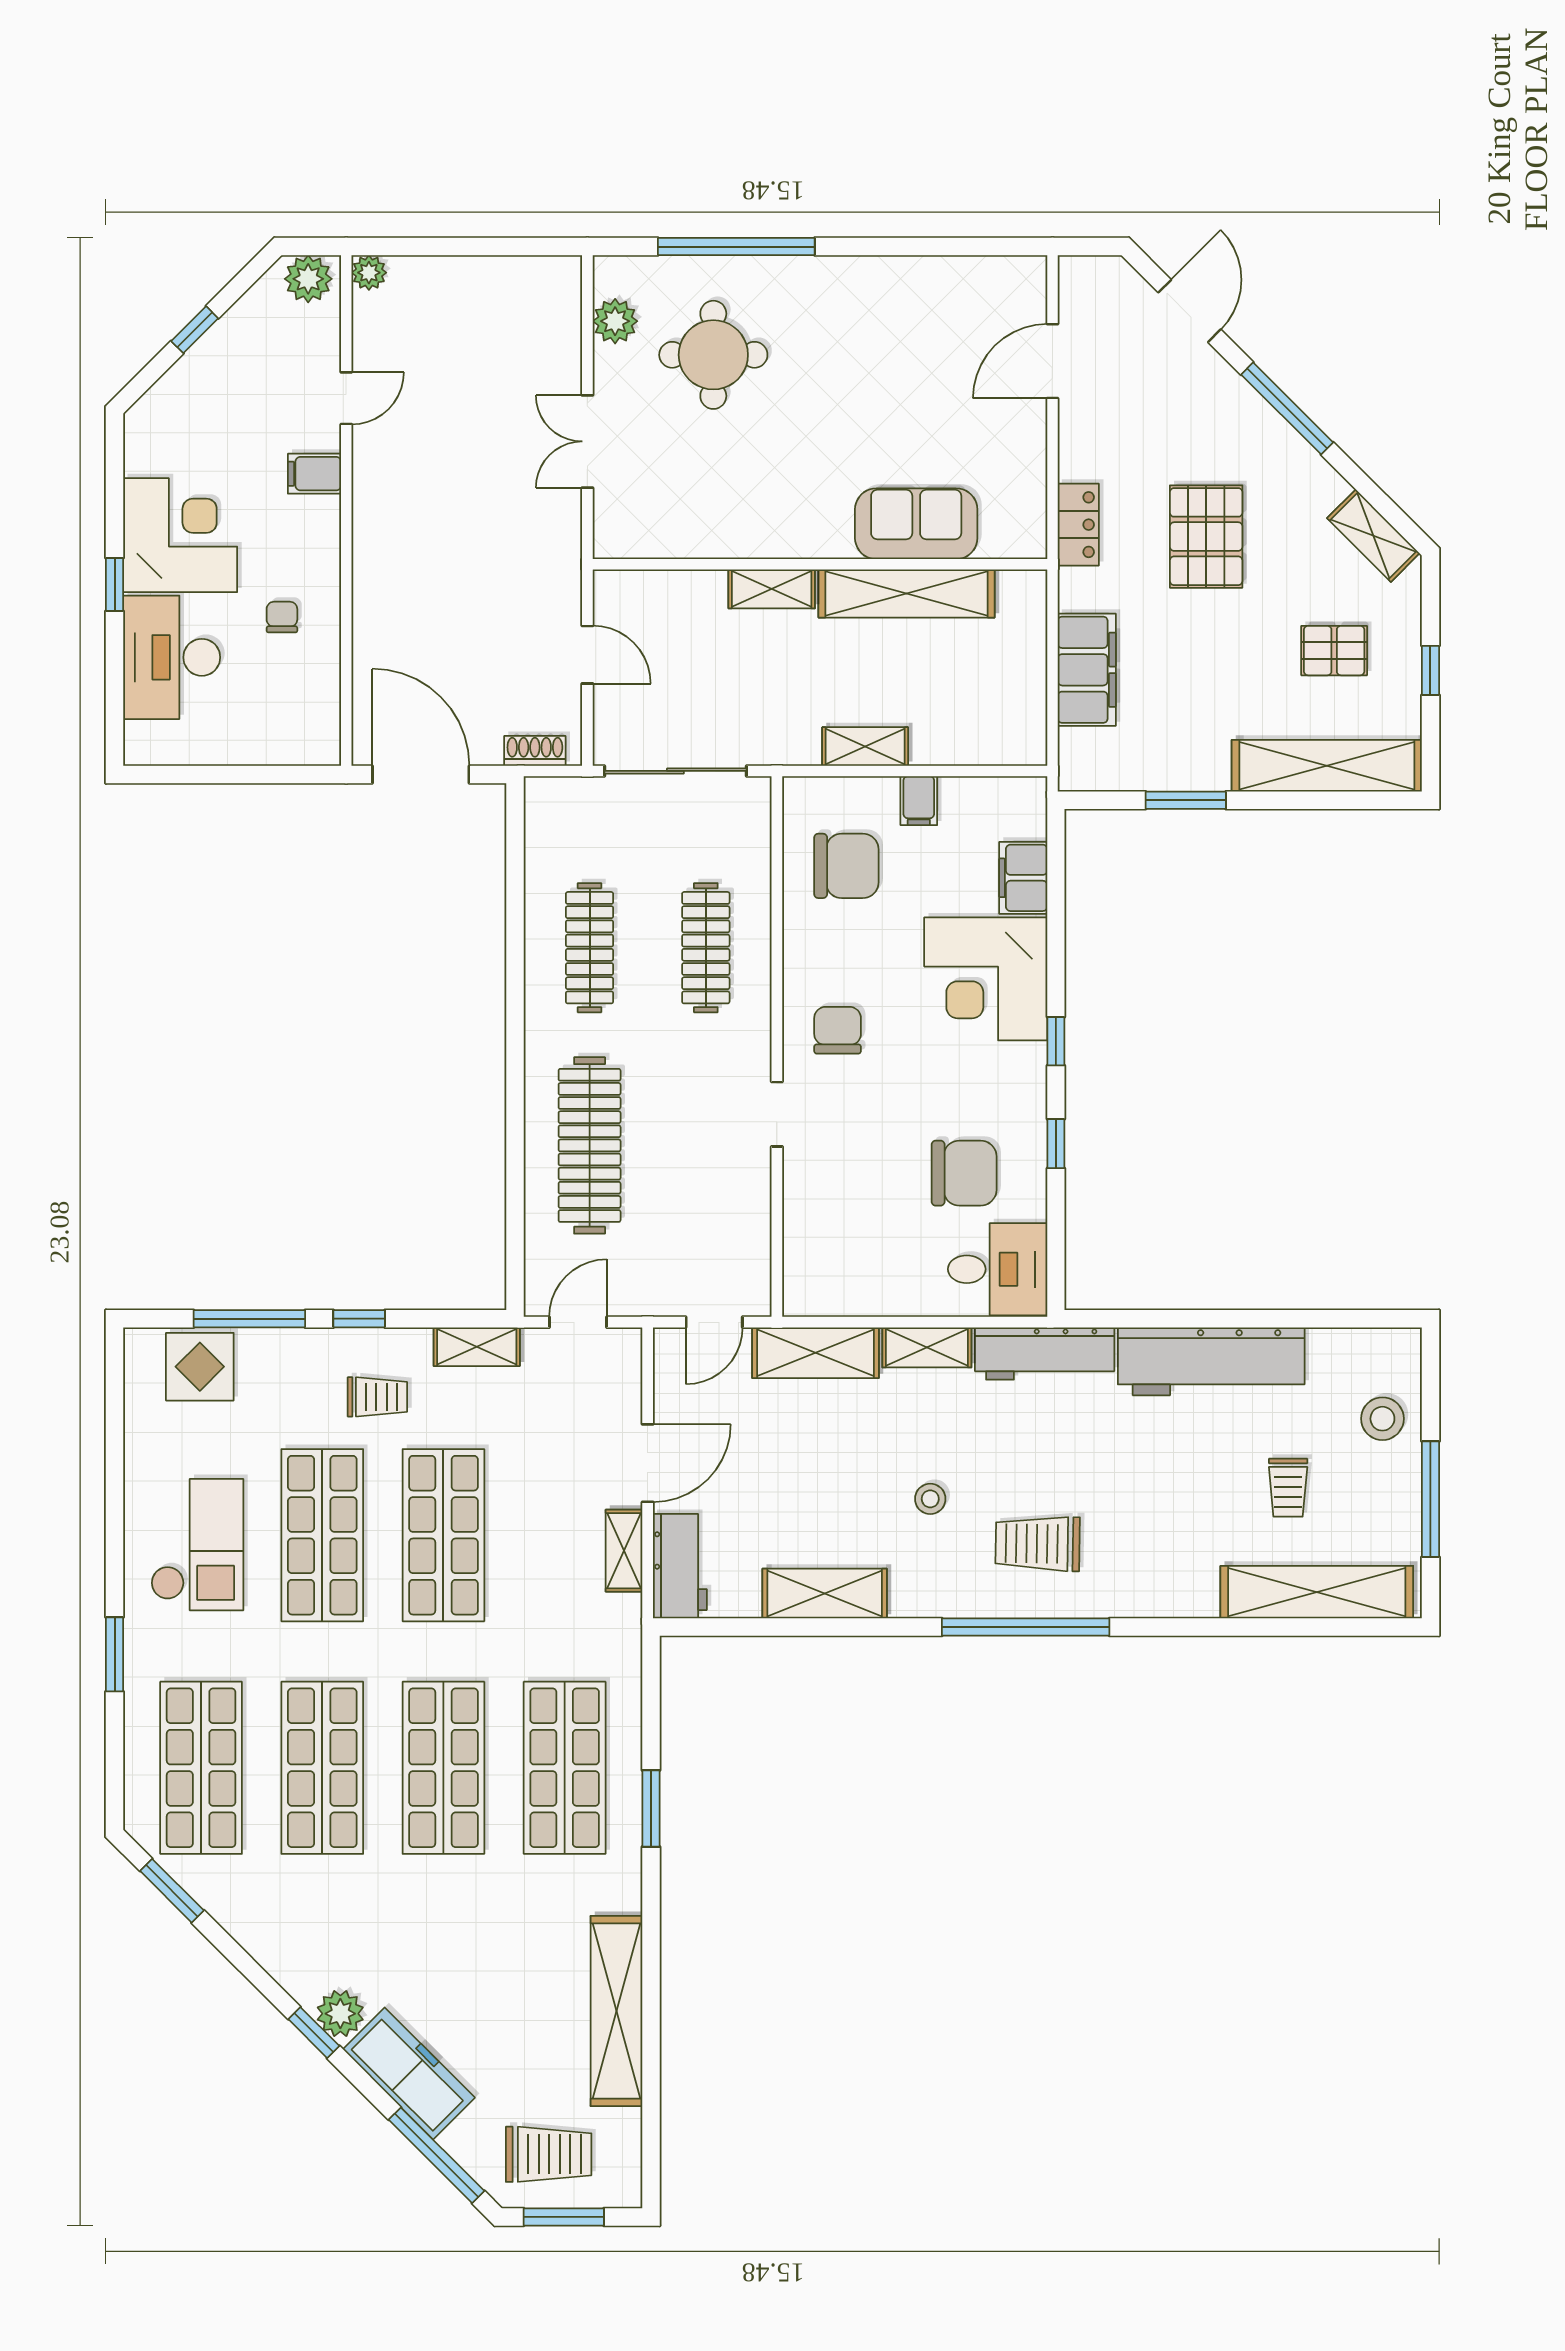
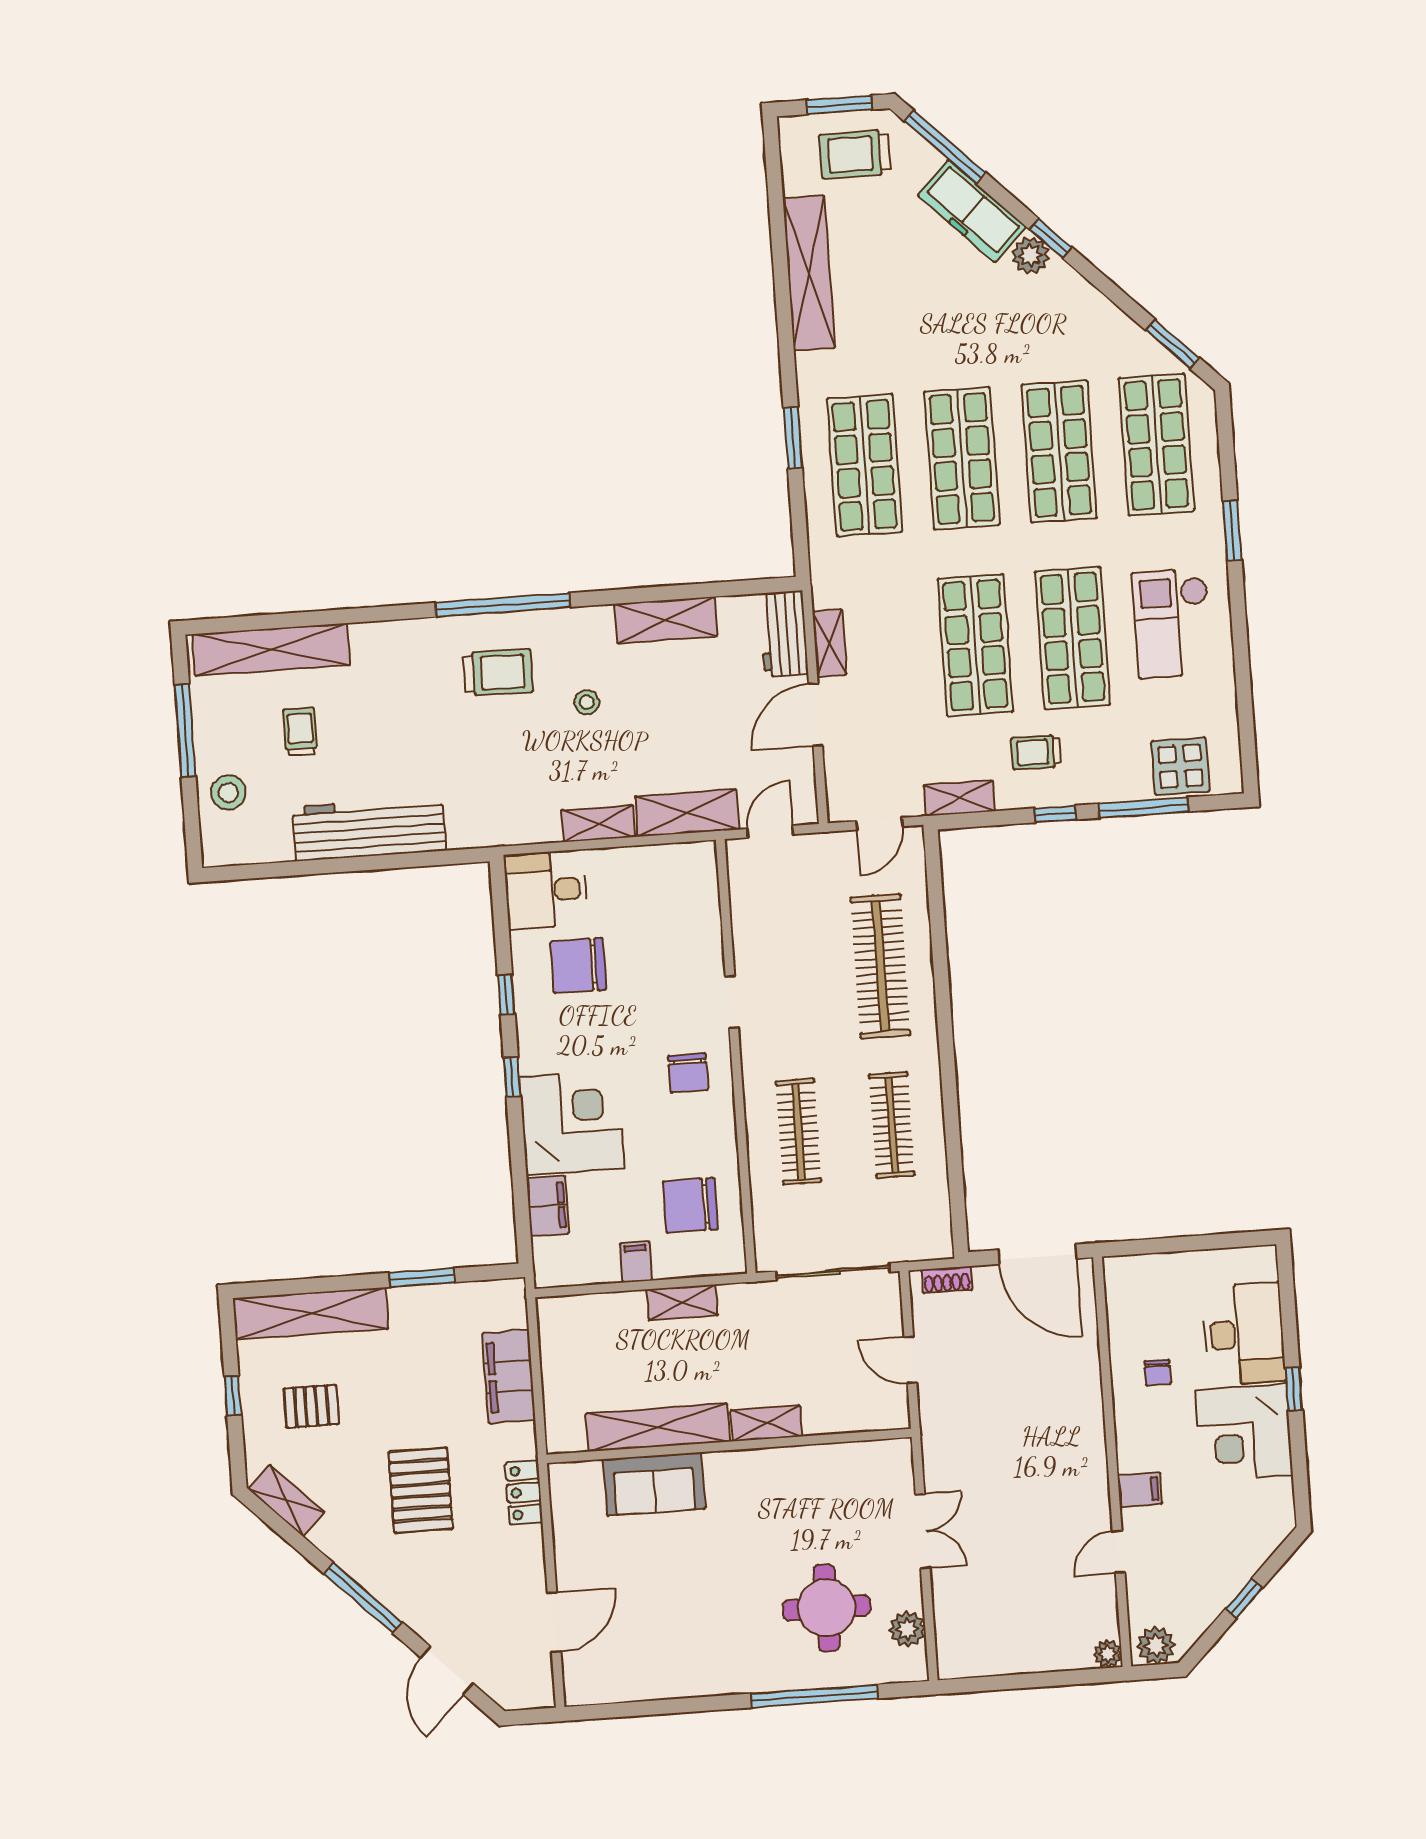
workbench: (1045, 1353) -> (503, 825), removed

